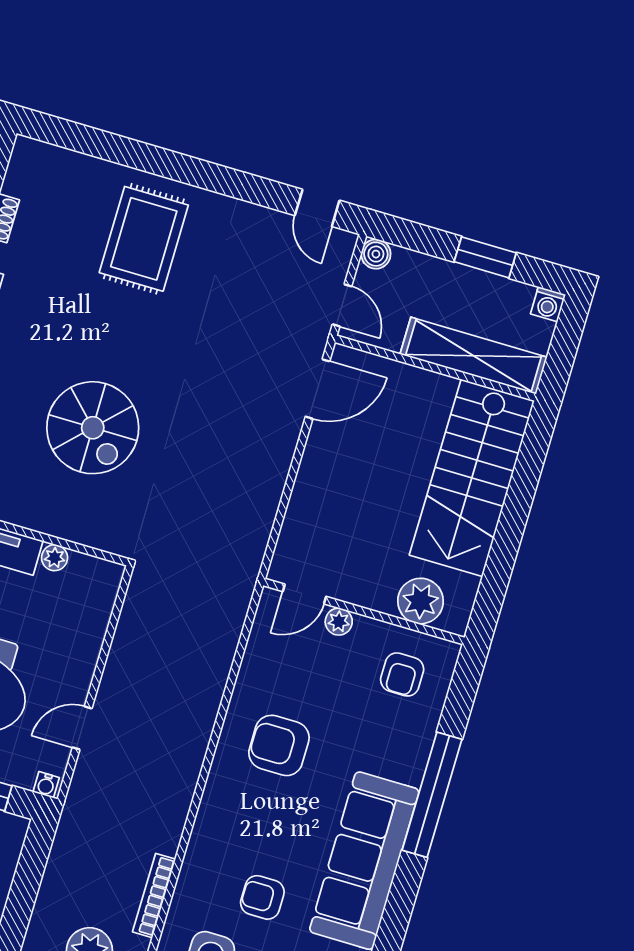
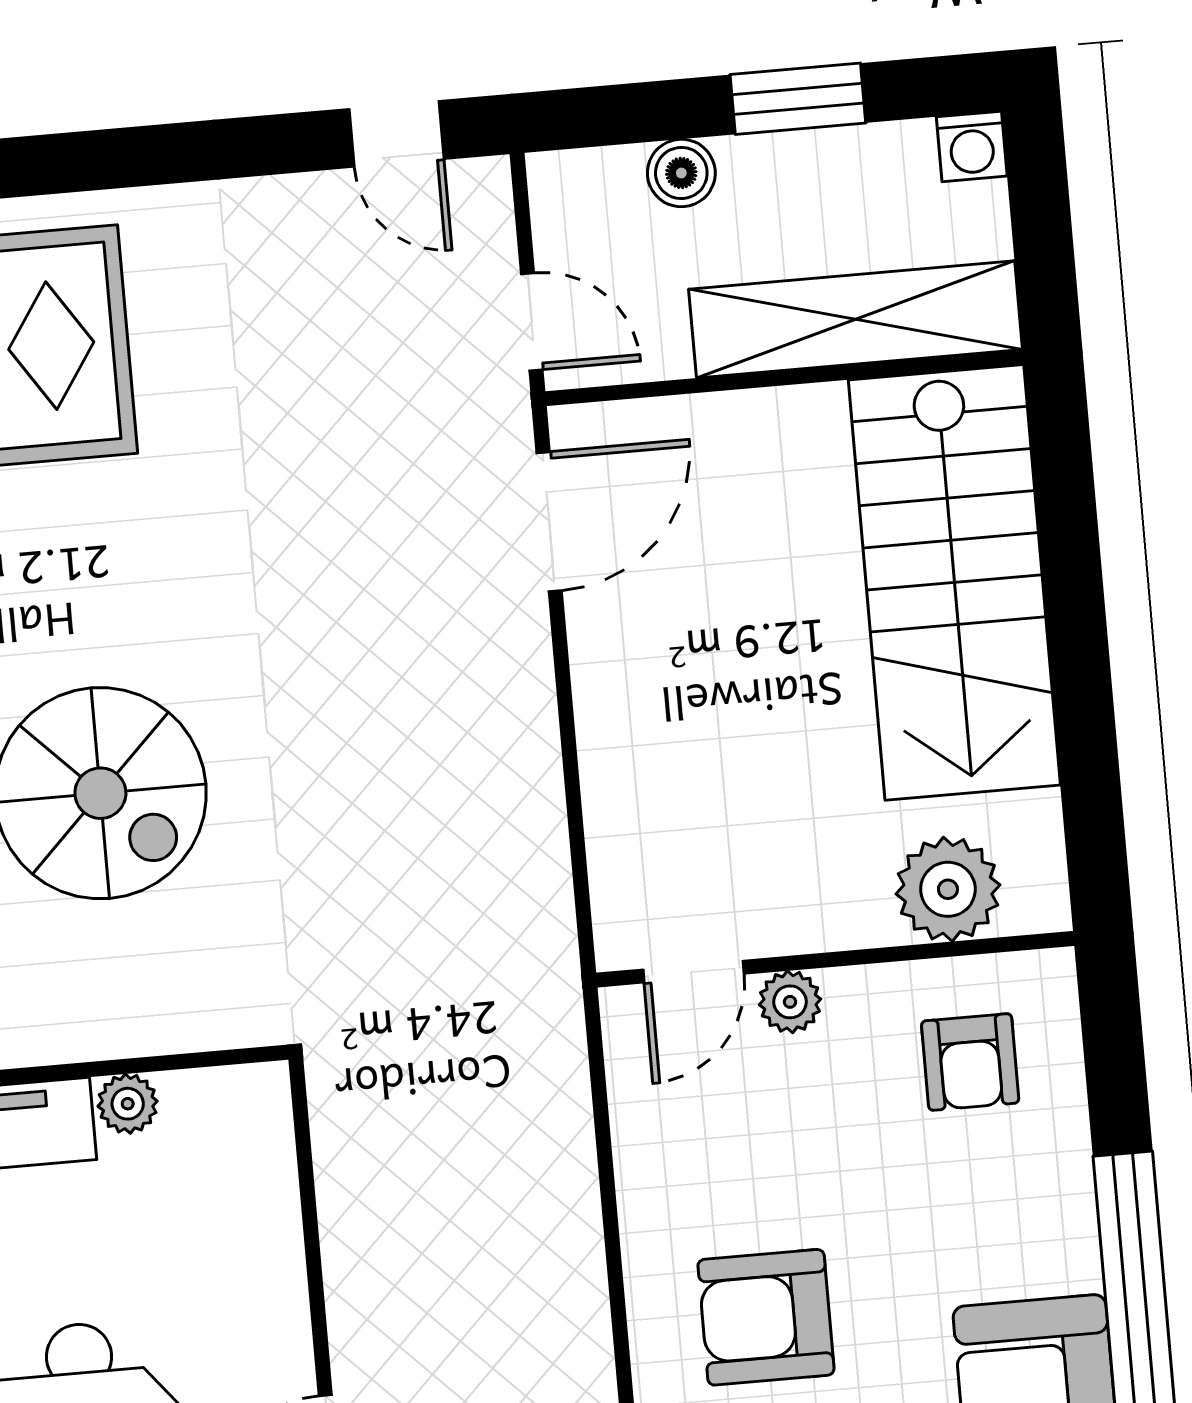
boiler: (376, 254) -> (681, 173), moved

